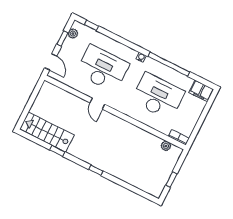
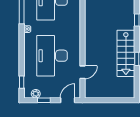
door: (97, 104) -> (82, 72), moved
stairs: (47, 132) -> (126, 53), moved

